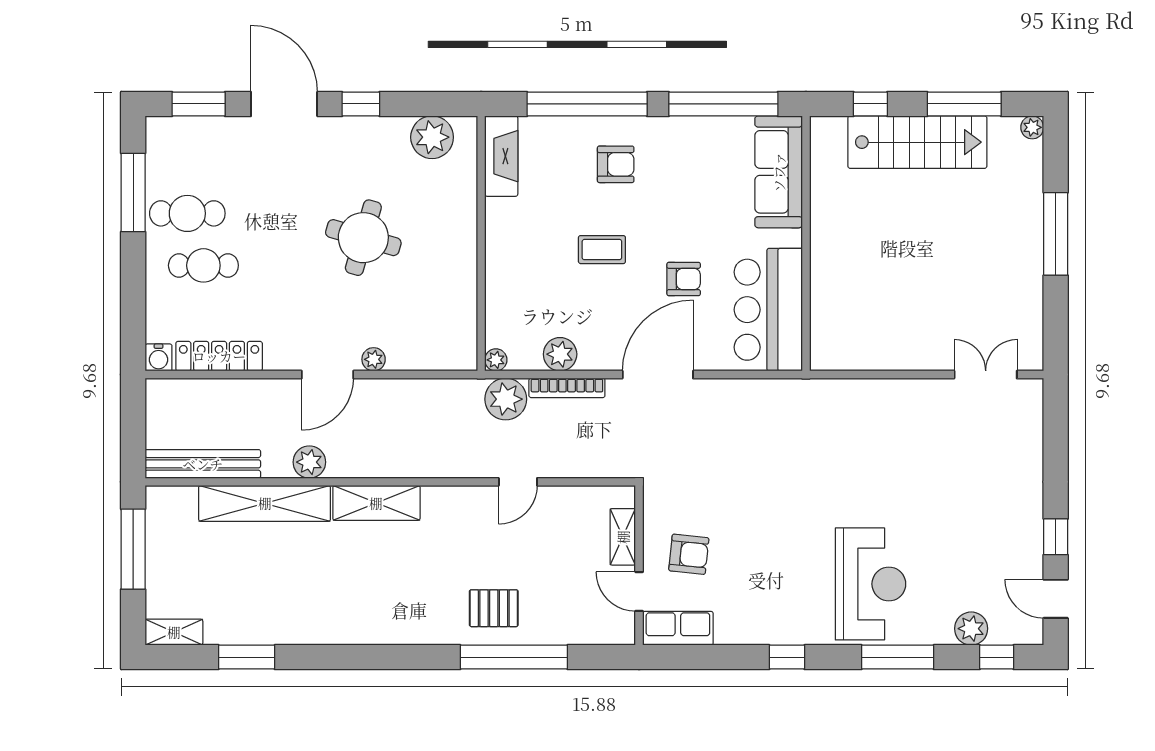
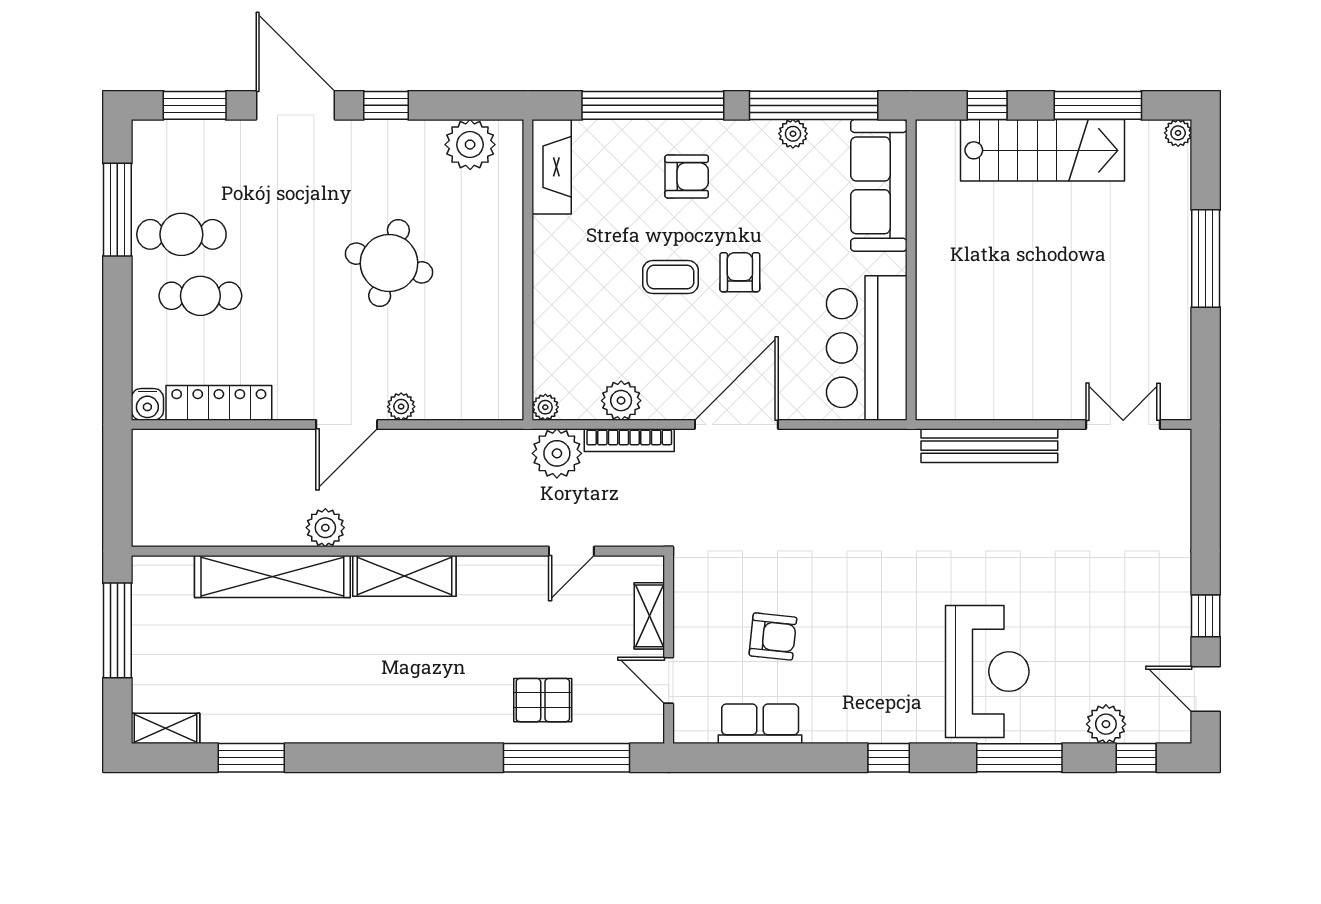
plant: (706, 128) -> (793, 134), added
armchair: (684, 279) -> (740, 272), moved, turned -90
bench: (203, 464) -> (989, 446), moved
shelving: (623, 537) -> (649, 616), moved
wall: (639, 565) -> (669, 649), moved
door: (639, 592) -> (669, 680), moved

